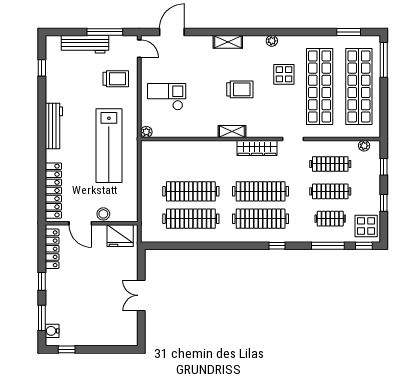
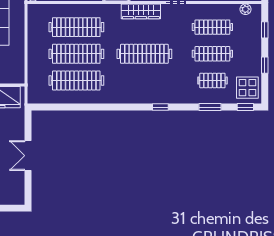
clothes rail: (261, 219) -> (76, 27), moved
window: (328, 246) -> (210, 107), width x0.69

